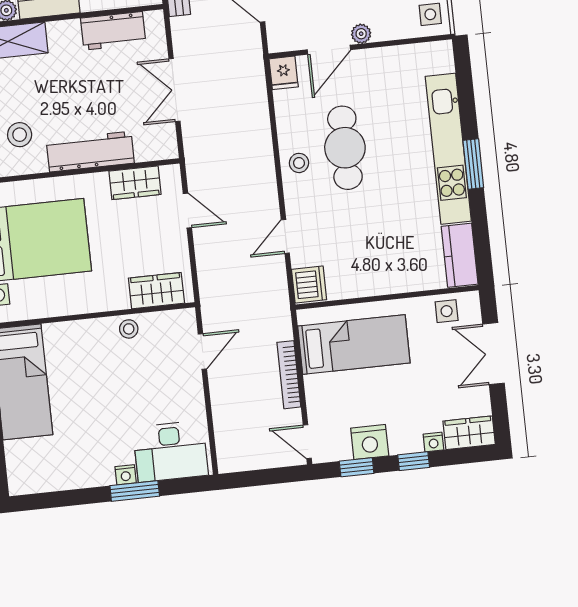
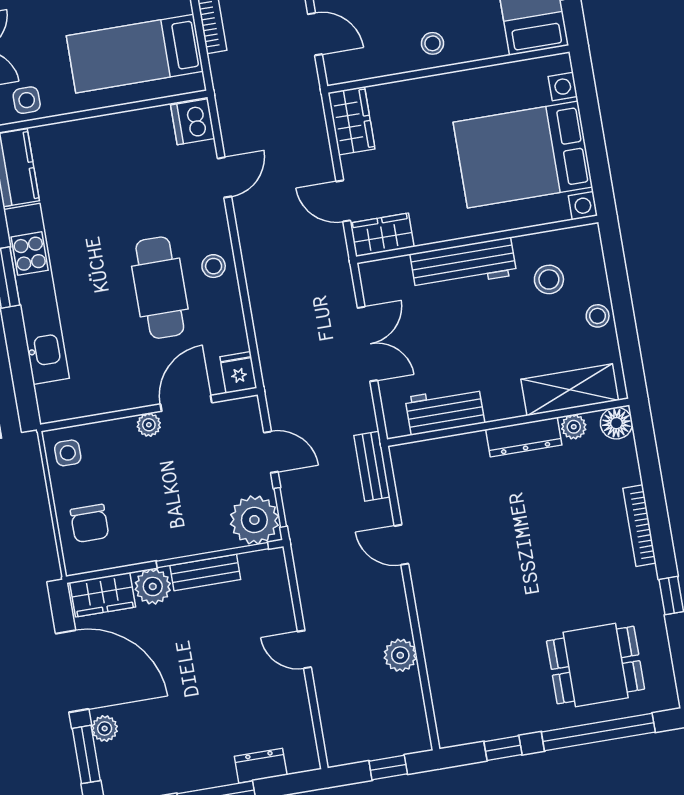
wardrobe: (135, 183) -> (382, 235), moved
wardrobe: (156, 291) -> (352, 121), moved, turned -90
stool: (129, 329) -> (433, 43), moved
door: (202, 351) -> (315, 34), swing flipped

